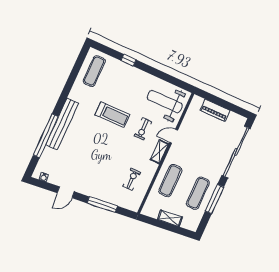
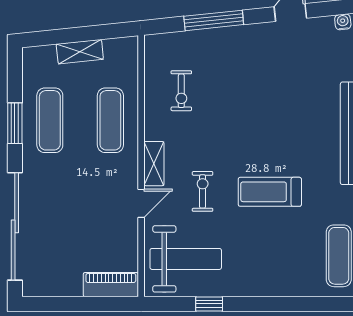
window: (129, 60) -> (209, 304), moved
piano: (215, 110) -> (111, 285), moved
window: (215, 199) -> (15, 123), width x0.69

